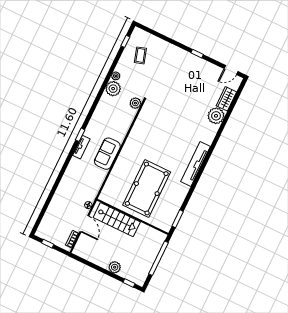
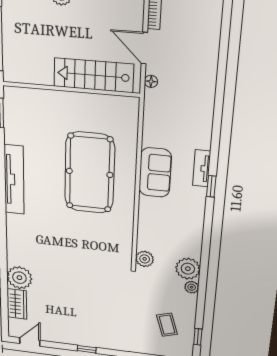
tv unit: (195, 164) -> (14, 180), moved
pool table: (147, 189) -> (90, 173), moved

